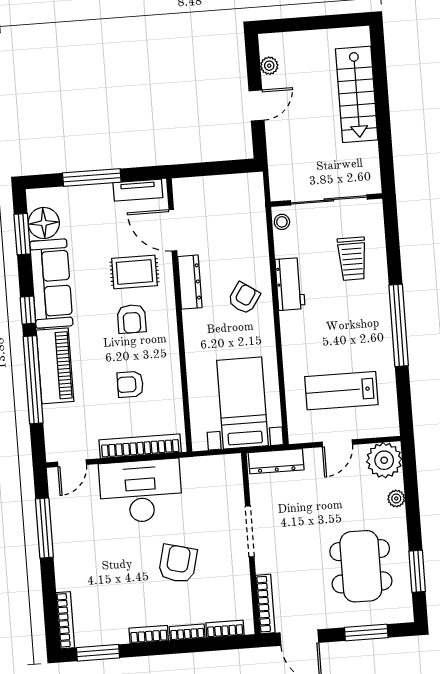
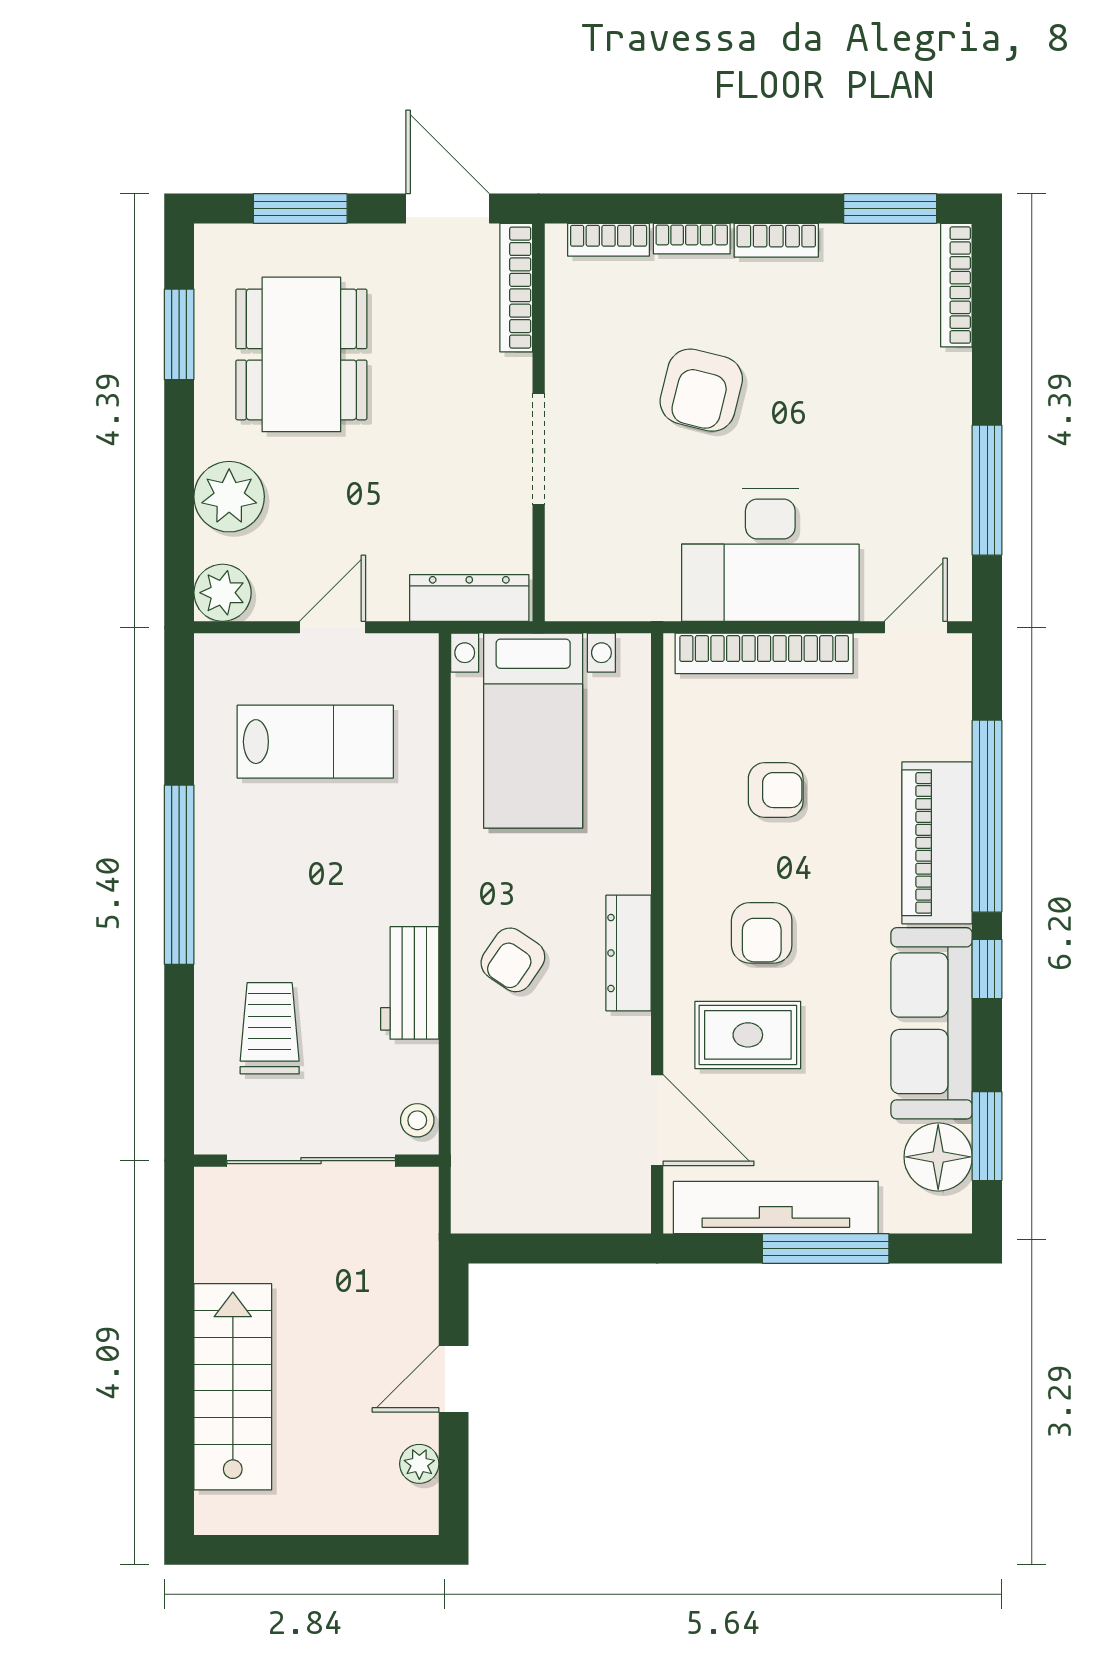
tv unit: (138, 190) -> (776, 1208), width x1.92, depth x1.29
dresser: (190, 282) -> (629, 953), moved
armchair: (132, 319) -> (762, 933), turned 180
plant: (384, 460) -> (223, 593), width x0.73, depth x0.73
plant: (396, 498) -> (229, 497), width x1.88, depth x1.88

